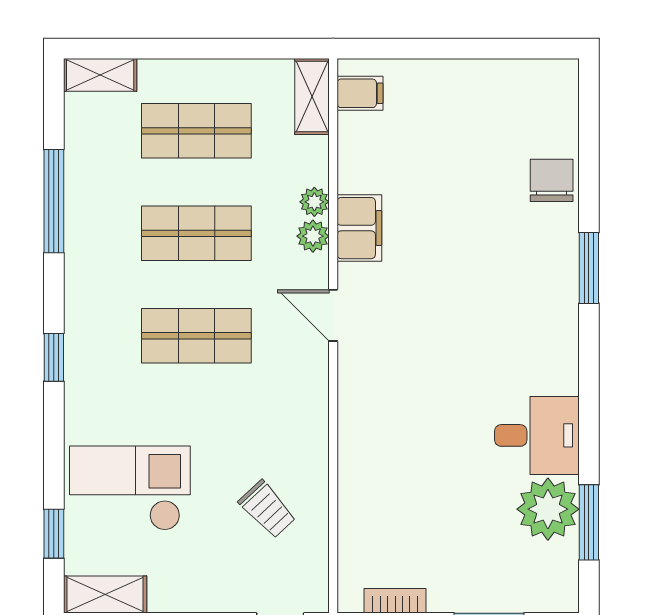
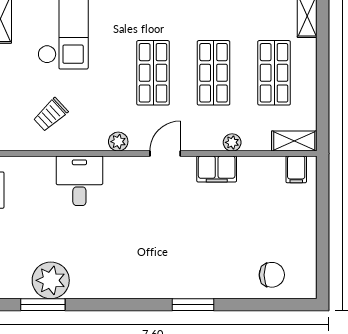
chair: (552, 180) -> (272, 275), moved
plant: (313, 236) -> (118, 142), moved
desk: (537, 435) -> (79, 181), moved, turned 180

